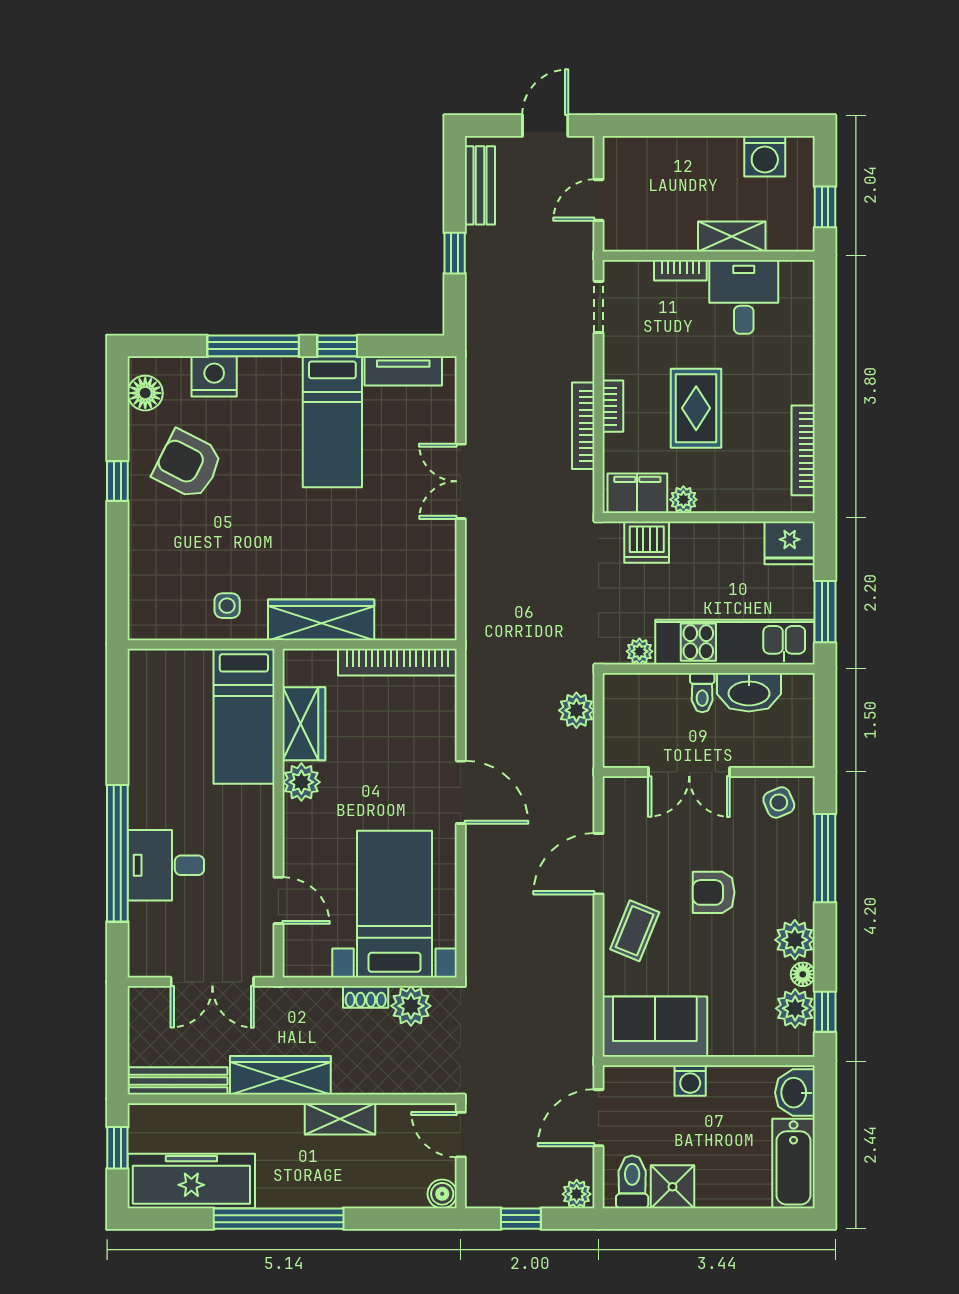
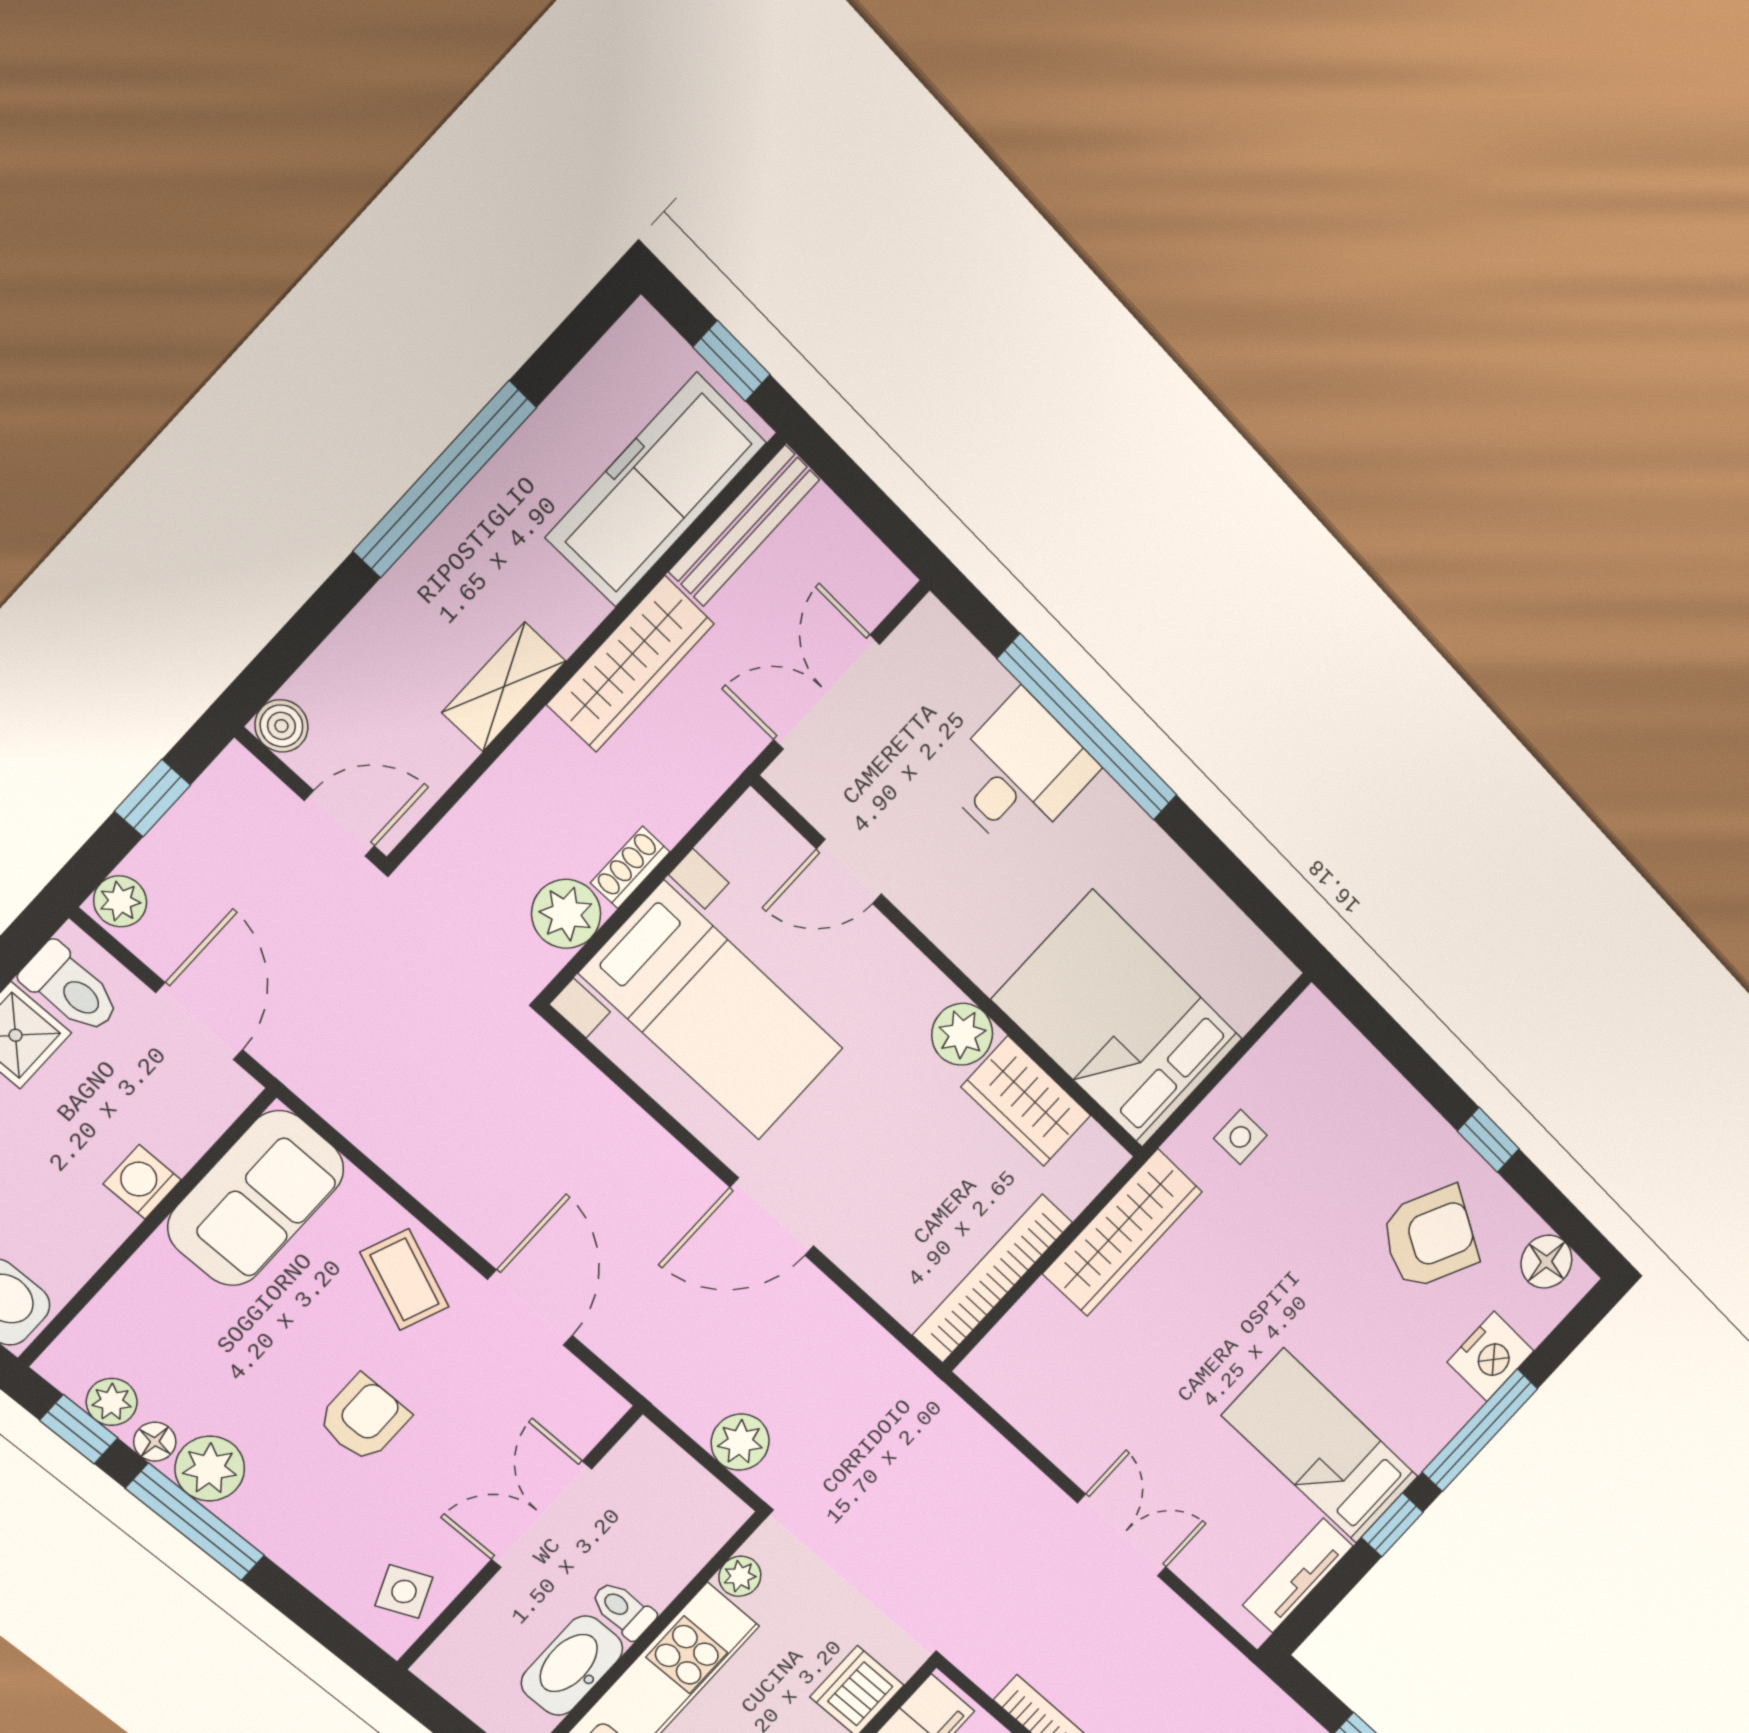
bed: (244, 716) -> (1118, 1019), width x1.50
window: (825, 858) -> (195, 1522), moved
plant: (795, 1008) -> (112, 1402), width x0.73, depth x0.73
freezer: (191, 1181) -> (656, 490), moved, turned 180

